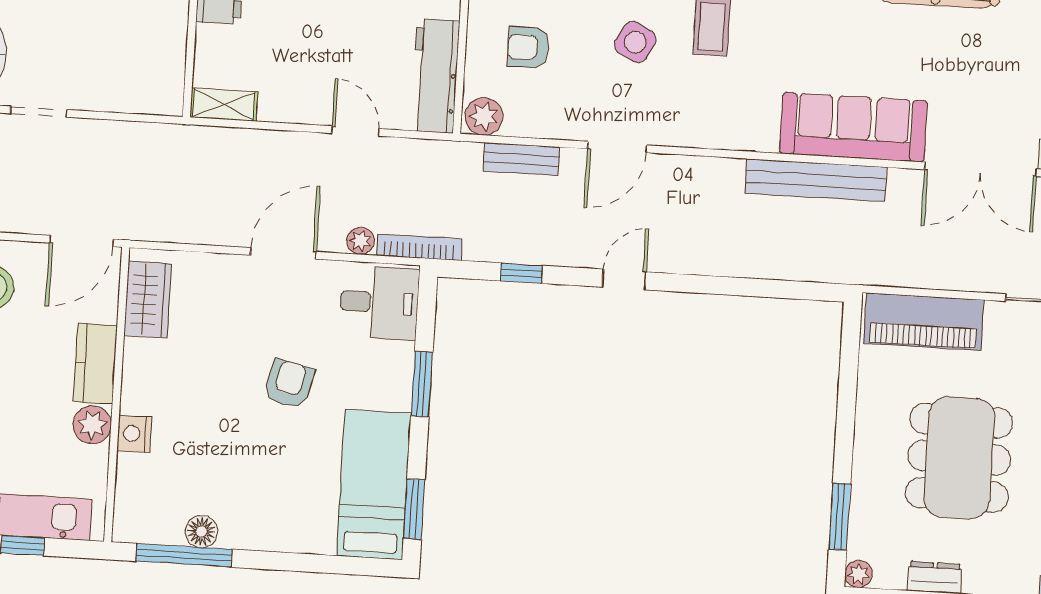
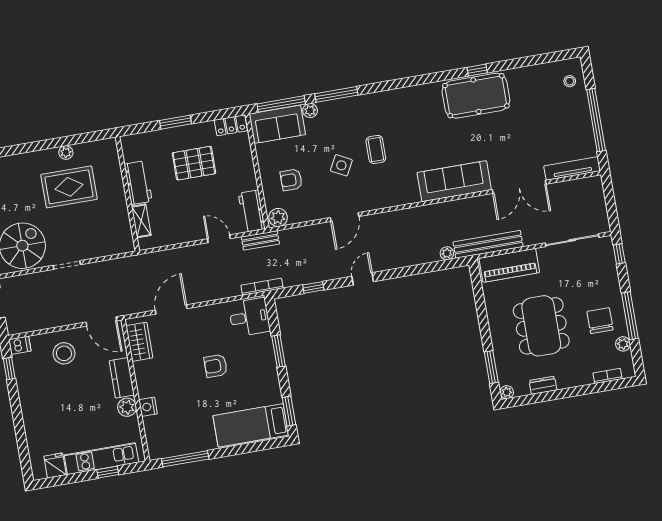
workbench: (435, 76) -> (252, 211), width x0.73
shelving: (224, 105) -> (141, 221), moved, turned 90
bench: (521, 159) -> (260, 240), moved
bench: (816, 180) -> (488, 244), moved
door: (81, 241) -> (101, 321), hinge flipped
plant: (361, 241) -> (447, 253), moved
door: (283, 253) -> (171, 309), moved
armchair: (289, 384) -> (216, 366), turned -103
bed: (374, 485) -> (251, 425), moved, turned -90
floor lamp: (201, 531) -> (191, 446), removed

